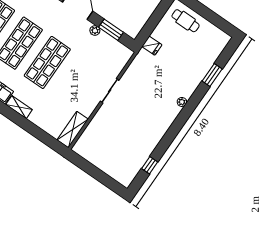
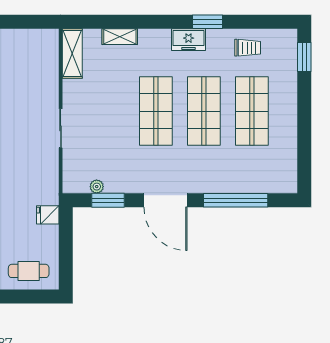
plant: (95, 31) -> (97, 187), moved
shelving: (19, 107) -> (120, 37), moved

